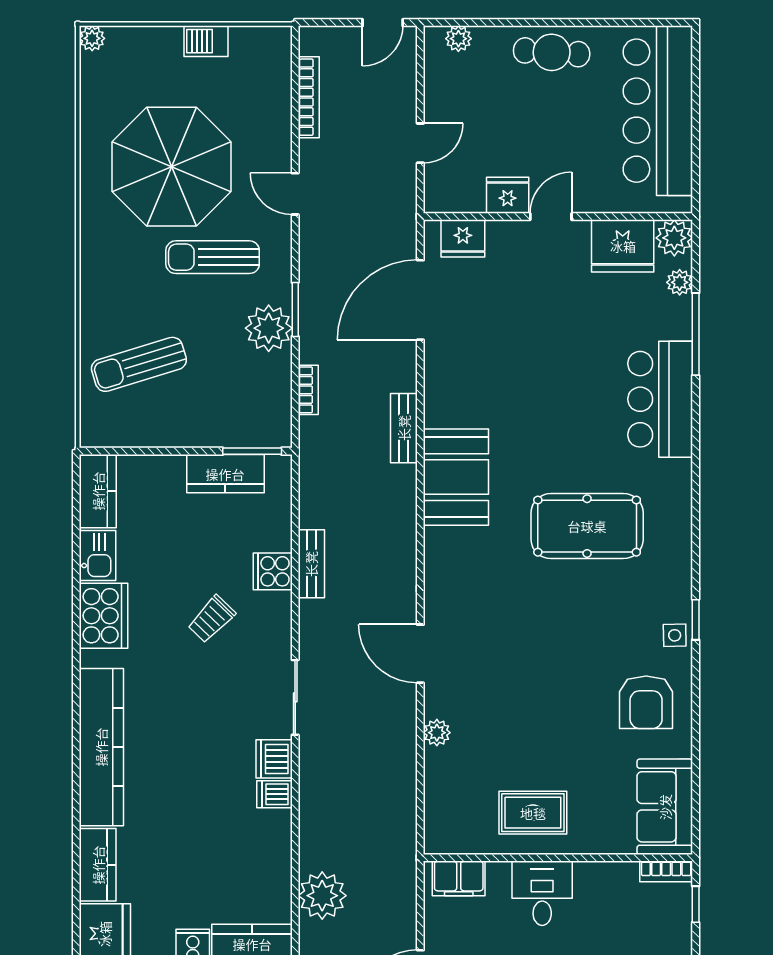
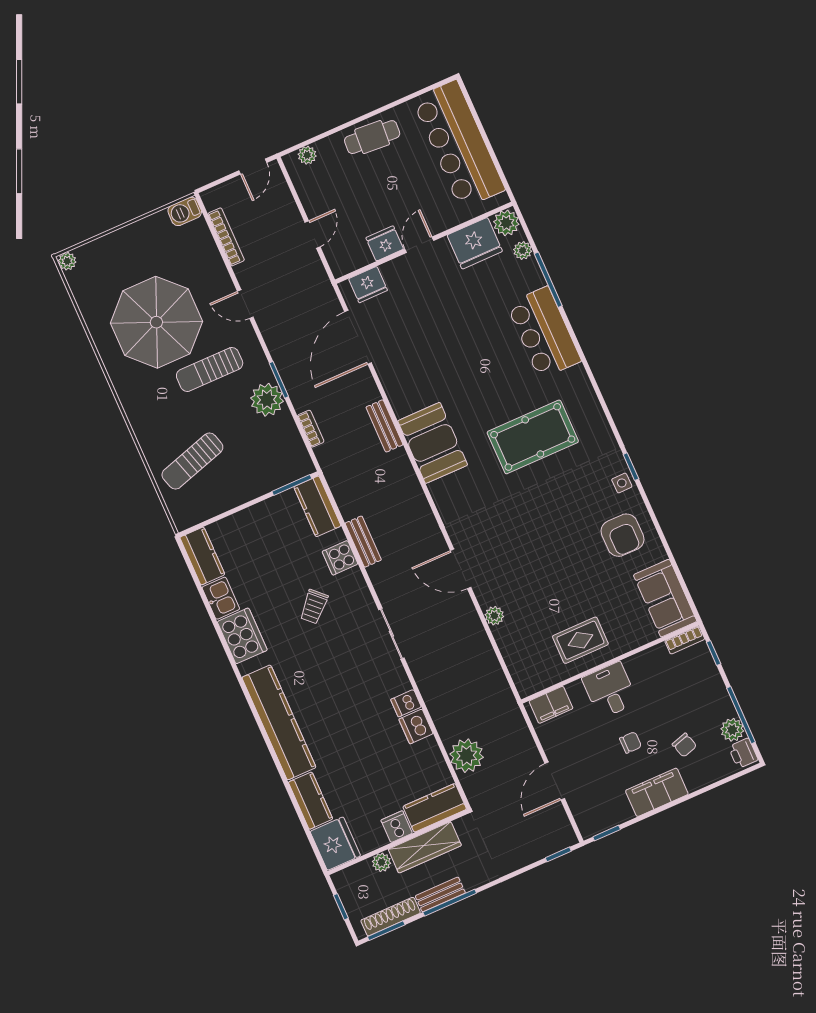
barbecue: (206, 41) -> (185, 211), moved
kitchen counter: (225, 474) -> (317, 506), moved, turned 90
dishwasher: (274, 759) -> (416, 726), moved

